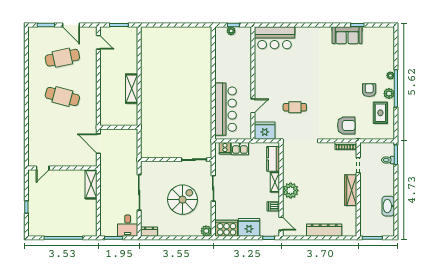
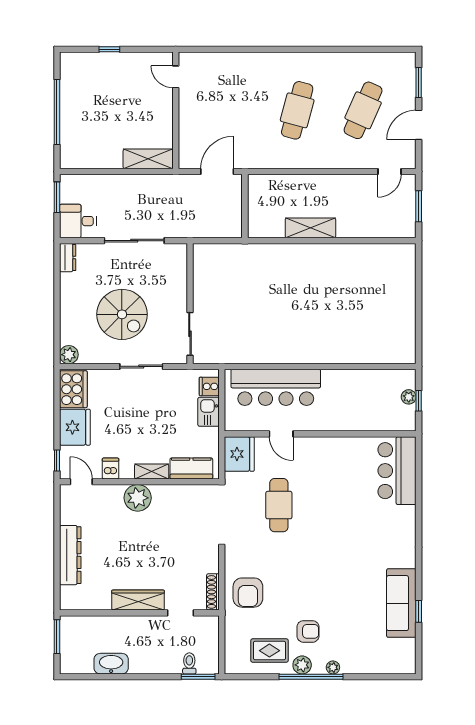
sofa: (347, 35) -> (401, 603), width x1.36
cafe table: (62, 58) -> (363, 110), turned 36
cafe table: (295, 107) -> (279, 505), width x1.37, depth x1.35
door: (281, 224) -> (81, 482), swing flipped

